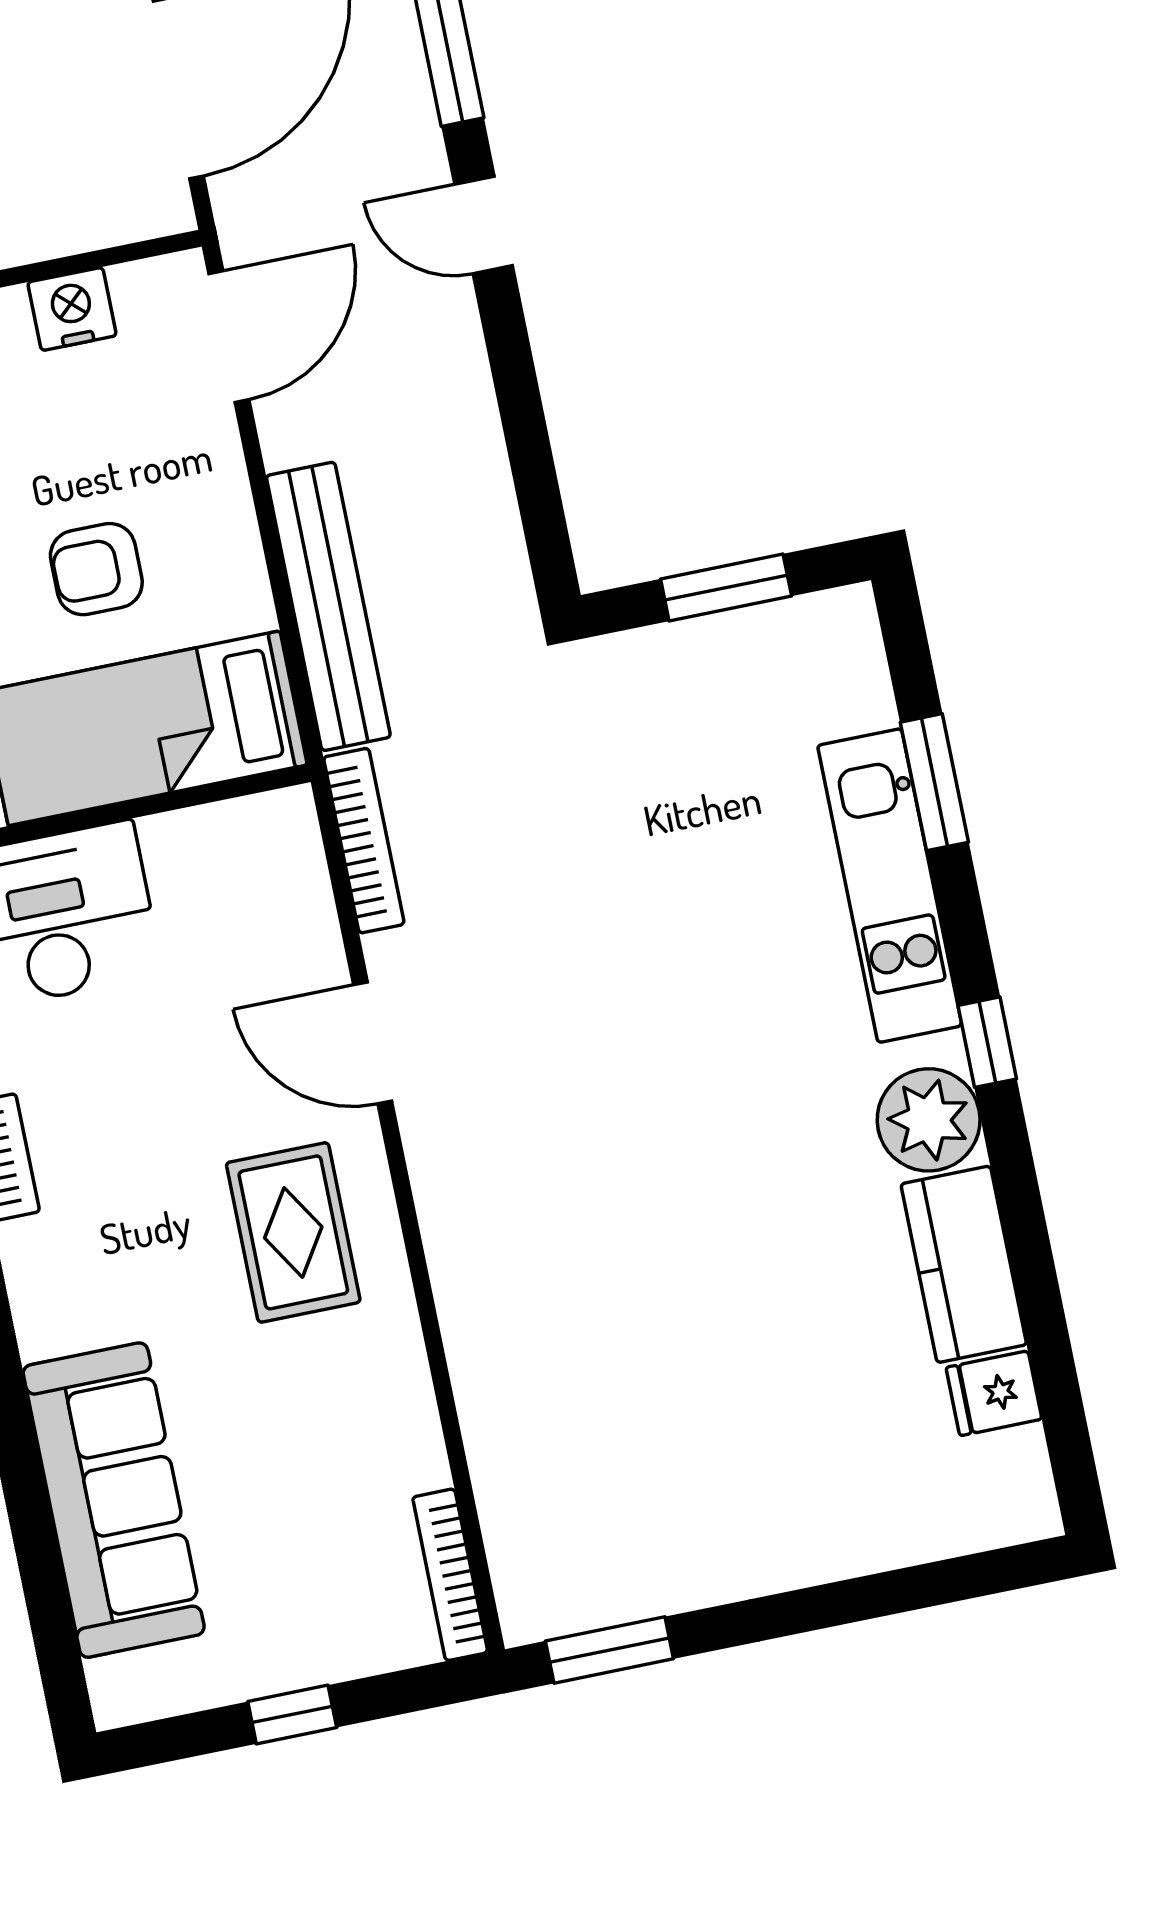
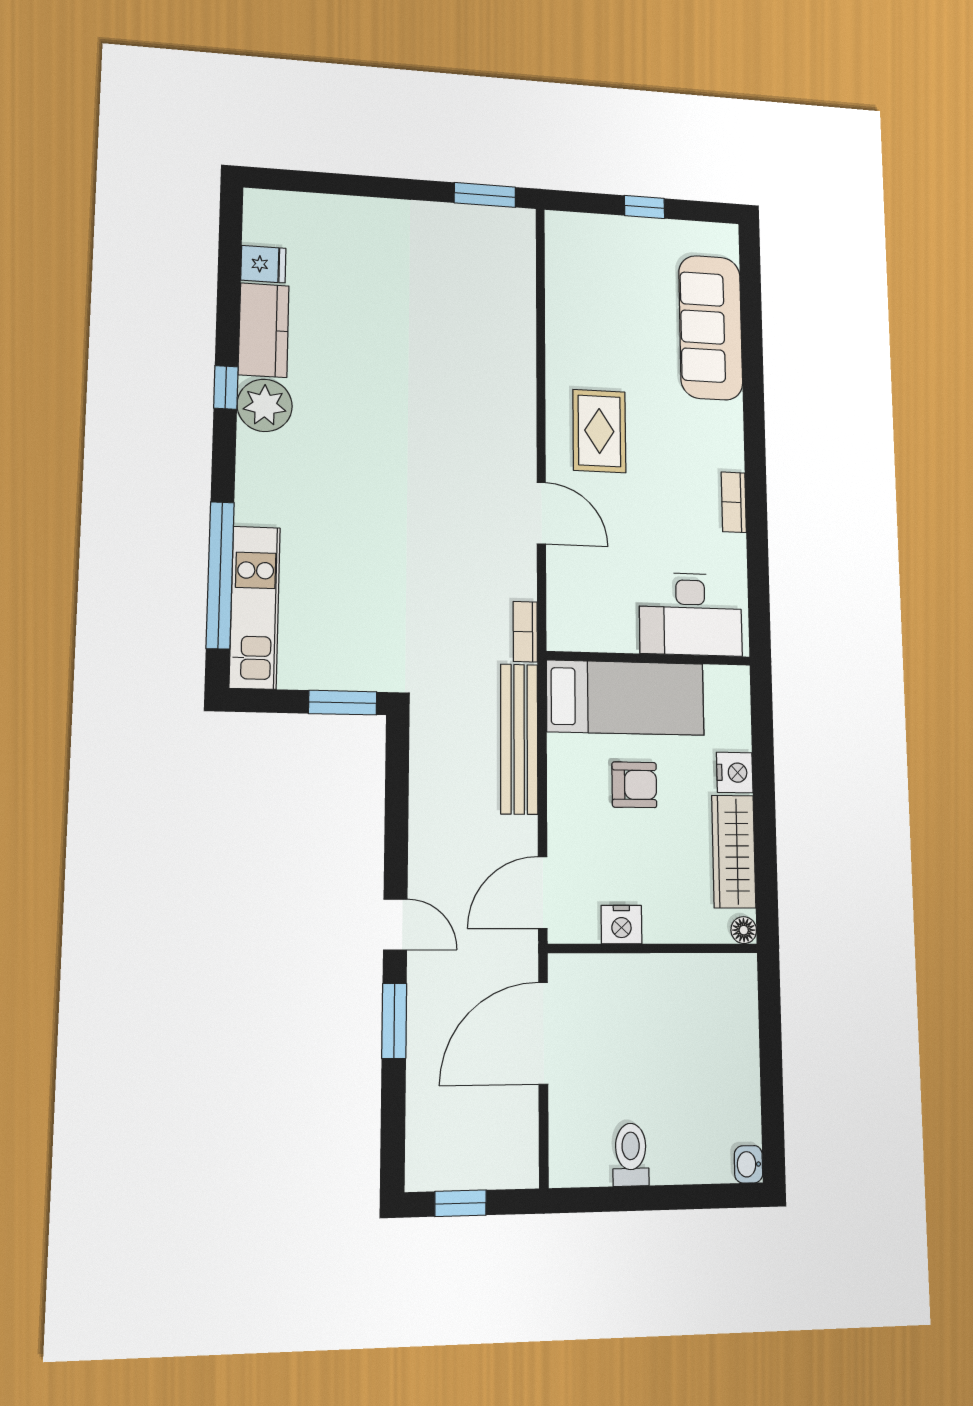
window: (726, 587) -> (343, 703), moved
window: (934, 782) -> (220, 575), width x2.11
bookcase: (364, 841) -> (525, 632), width x0.64
kitchen unit: (890, 886) -> (255, 607), moved
window: (987, 1042) -> (226, 387), moved
bookcase: (450, 1575) -> (555, 250), removed

